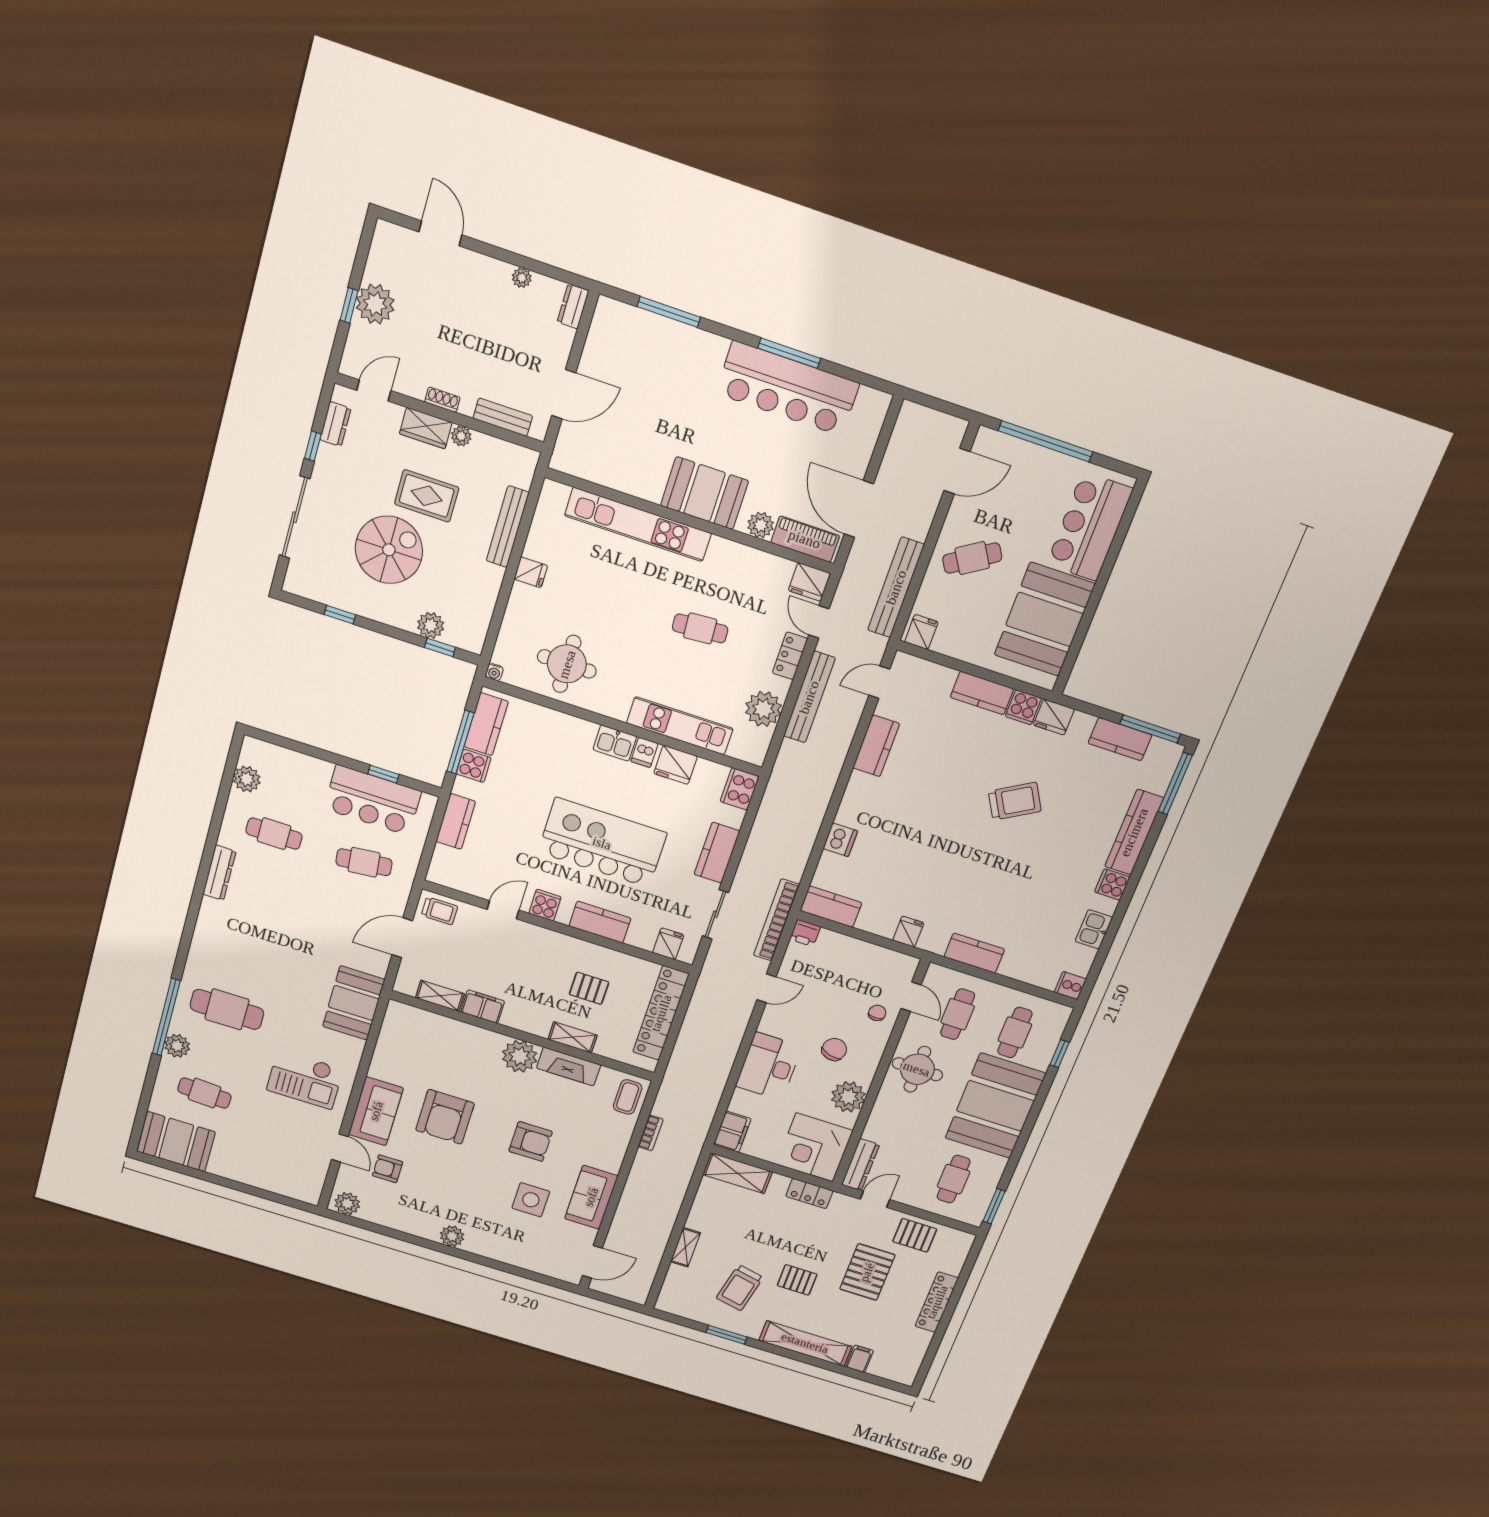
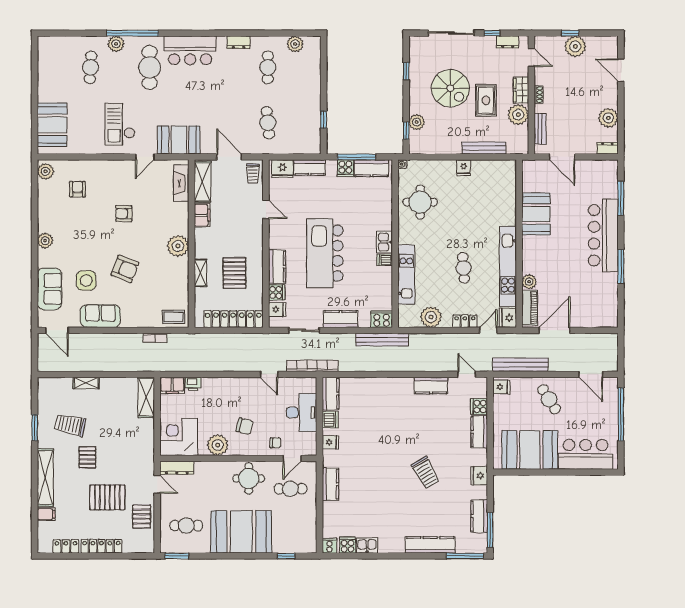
door: (440, 233) -> (621, 70), swing flipped
plant: (522, 278) -> (608, 118), width x1.87, depth x1.87
bar counter: (788, 388) -> (603, 235), moved
plant: (461, 436) -> (518, 115), width x1.87, depth x1.87
booth: (705, 493) -> (536, 214), moved
kitchen unit: (638, 525) -> (508, 267), moved
bench: (809, 697) -> (382, 340), moved
cooker: (1023, 707) -> (479, 407), moved
fridge: (676, 765) -> (282, 169), moved, turned -90
bar counter: (373, 800) -> (190, 50), moved, turned -90
dishwasher: (840, 840) -> (330, 420), moved, turned -90
kitchen island: (602, 843) -> (325, 253), turned 180
dresser: (219, 873) -> (239, 42), width x0.70
cooker: (1112, 884) -> (348, 545), moved
cooker: (545, 905) -> (277, 292), moved
printer: (805, 933) -> (193, 384), moved, turned -90
pallet: (589, 988) -> (234, 273), width x1.50, depth x1.42
shelving: (440, 996) -> (203, 182), width x1.50, depth x1.33
cafe table: (1015, 1033) -> (290, 526), removed
desk: (769, 1066) -> (302, 413), moved, turned 90
fireplace: (569, 1067) -> (181, 183), moved
sofa: (376, 1111) -> (50, 289), moved, turned -90
armchair: (445, 1117) -> (124, 214), width x0.53, depth x0.53
armchair: (531, 1141) -> (125, 269), turned -69
booth: (176, 1142) -> (52, 125), moved
door: (340, 1148) -> (145, 157), moved
locker: (809, 1193) -> (66, 546), moved, turned 90

